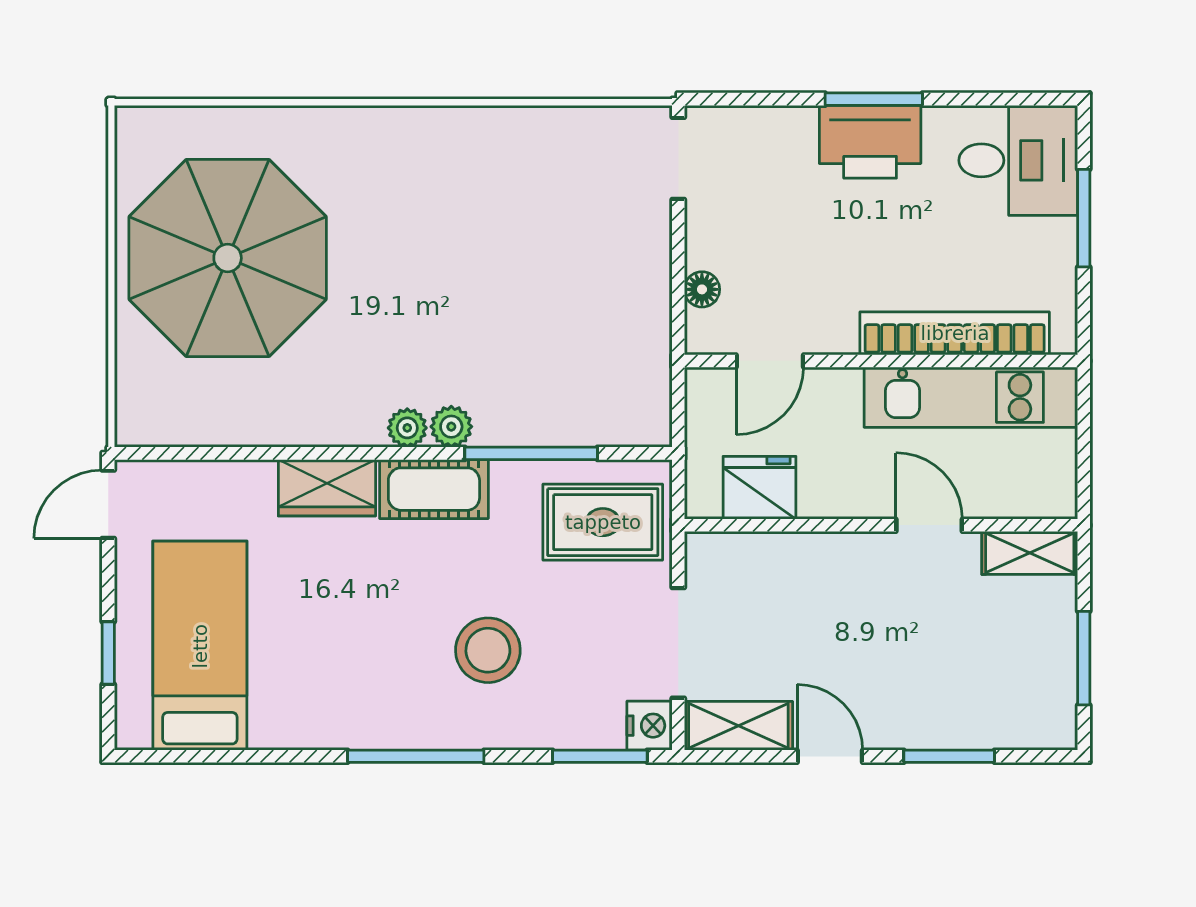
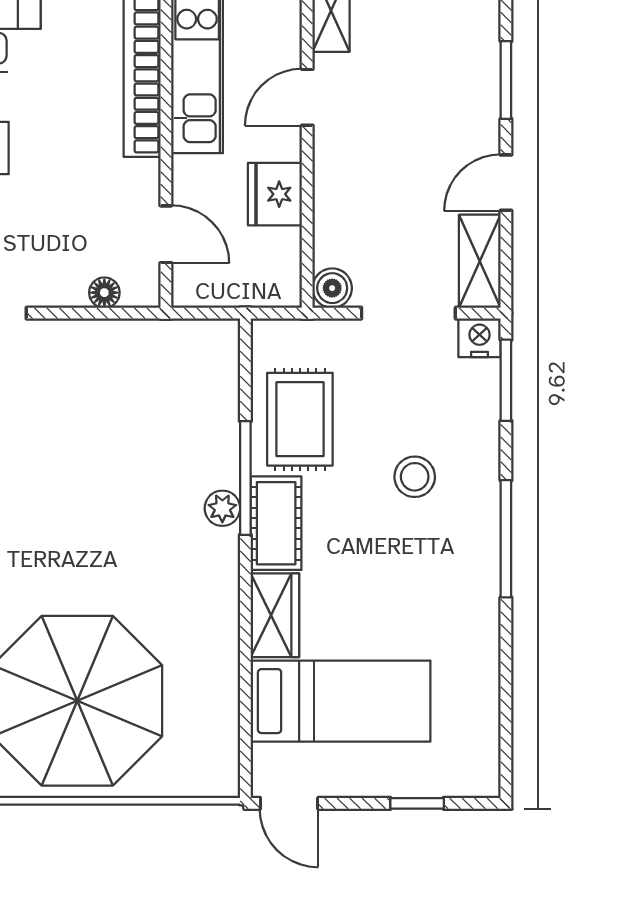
plant: (407, 428) -> (223, 546), removed
window: (531, 453) -> (245, 478), moved
fridge: (760, 488) -> (275, 194), moved
rug: (603, 522) -> (300, 419), moved
boiler: (707, 554) -> (332, 288), added
bed: (200, 646) -> (341, 701), moved, turned 180
stool: (488, 650) -> (415, 477), width x0.73, depth x0.73

